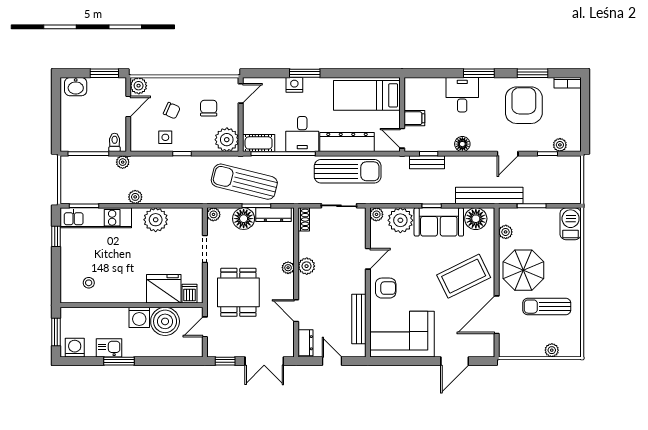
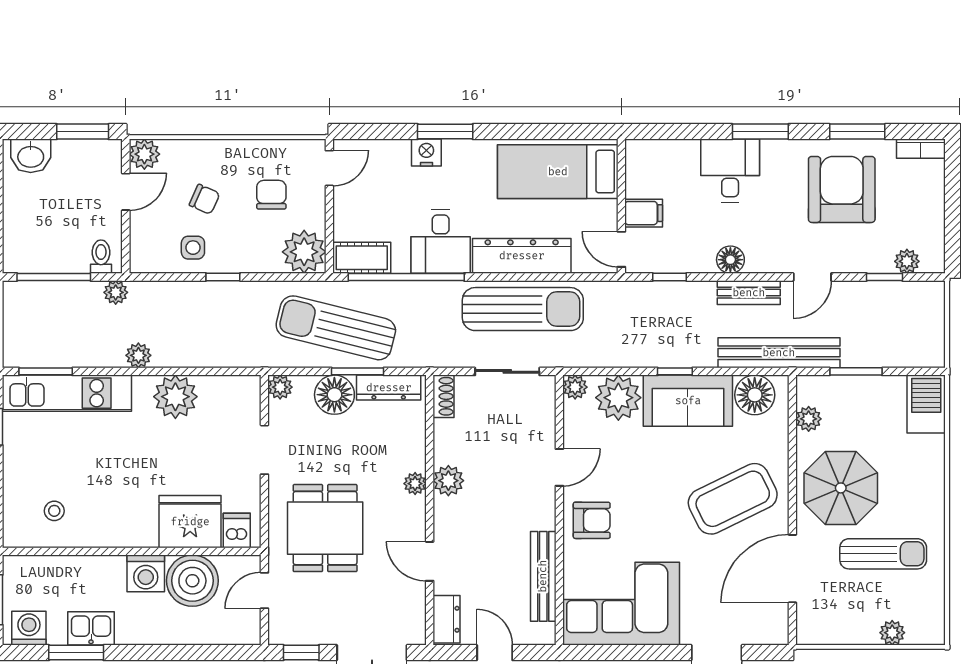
bench: (427, 162) -> (749, 293), moved
sun lounger: (547, 307) -> (883, 554), turned 180
window: (119, 361) -> (76, 653), moved

